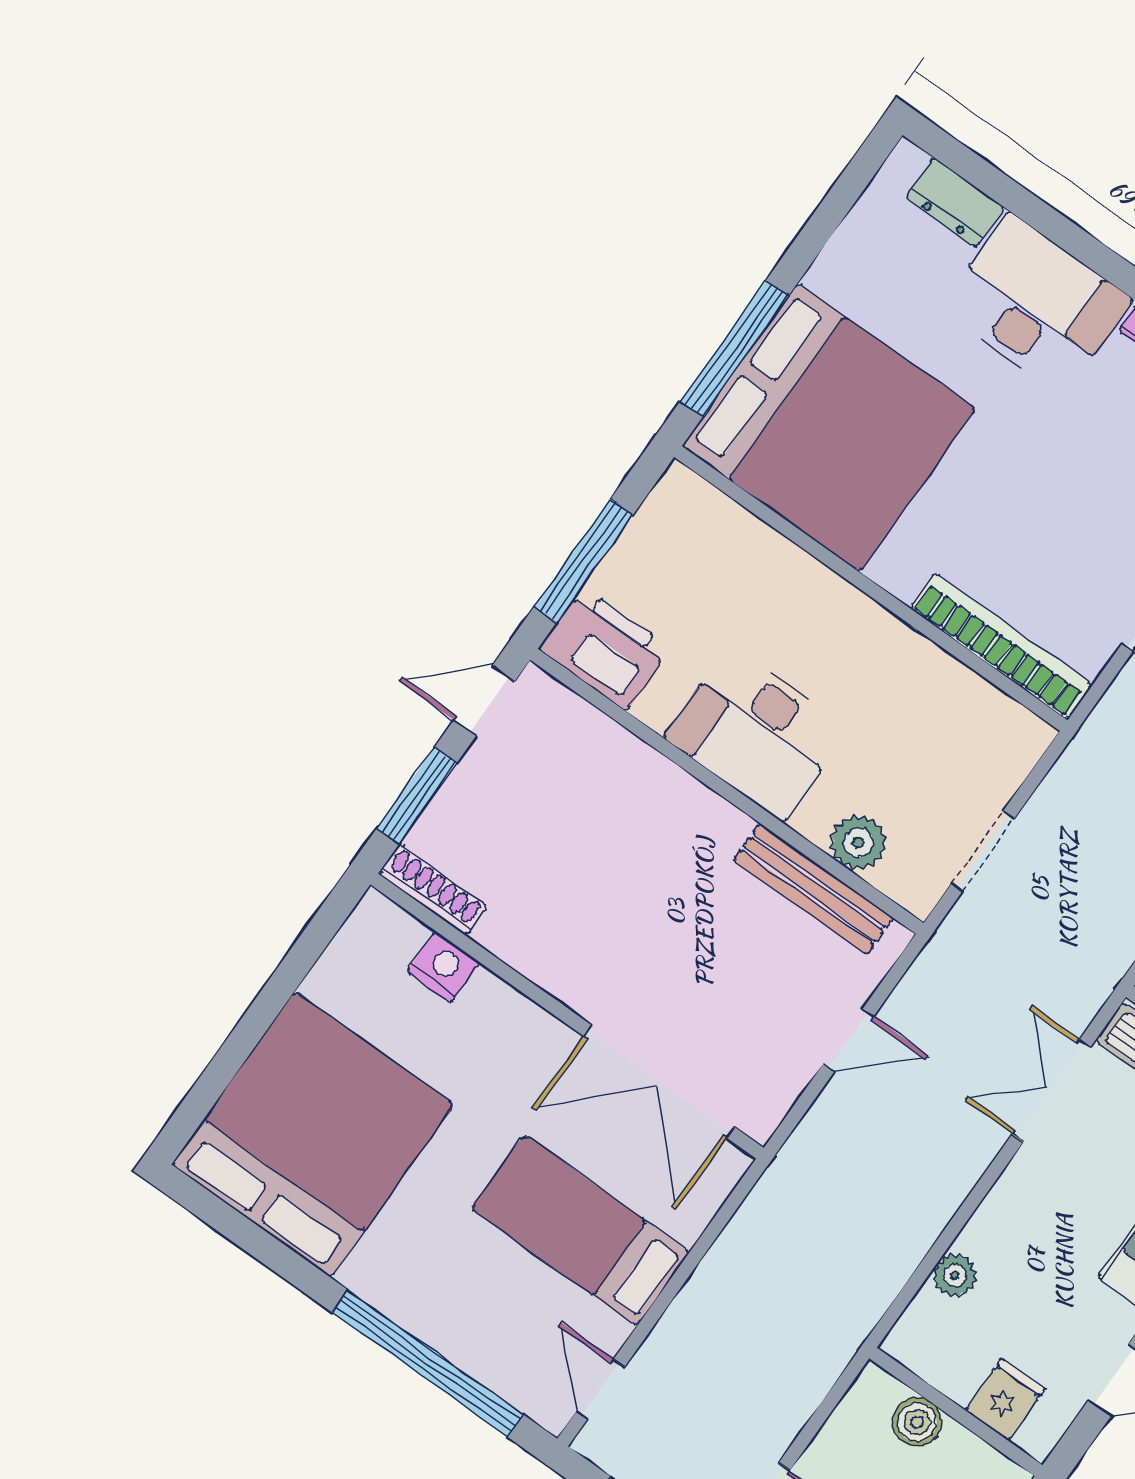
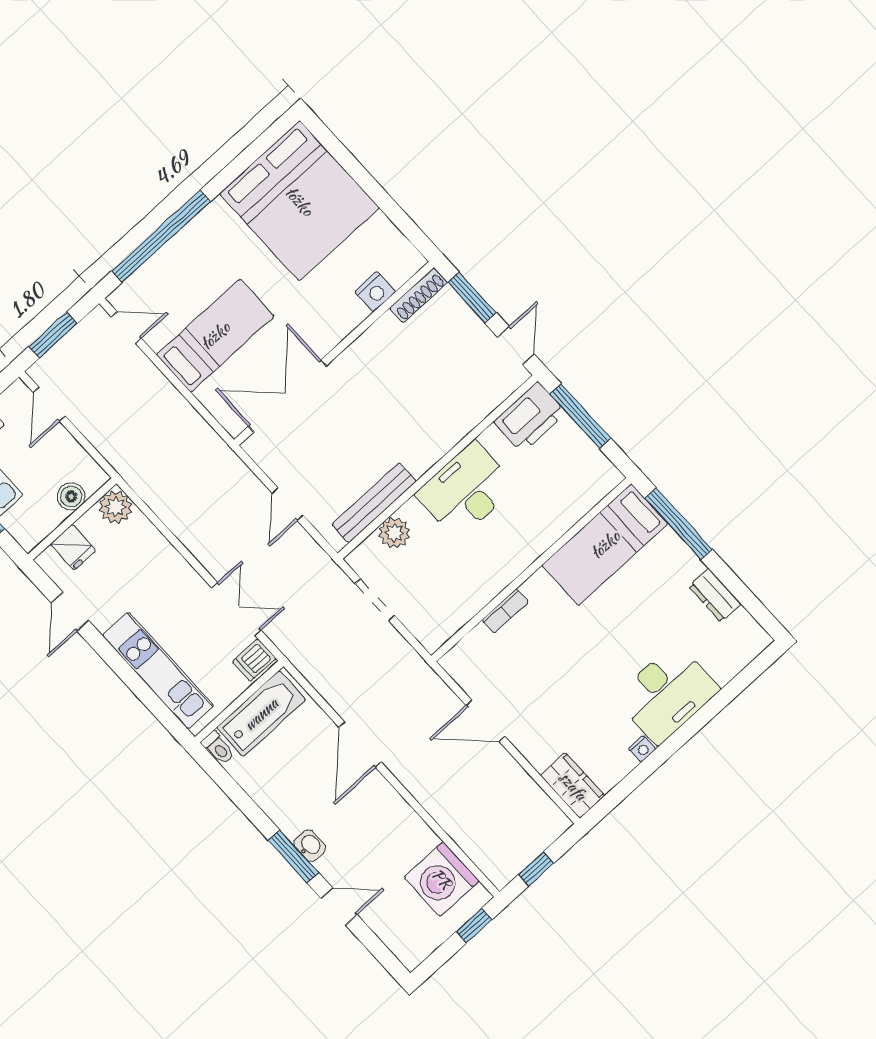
dresser: (955, 202) -> (715, 595), moved, turned -90
bed: (829, 427) -> (605, 545), width x0.49
bookcase: (1001, 646) -> (505, 611), width x0.43, depth x0.76
plant: (955, 1275) -> (115, 507), moved, width x1.38, depth x1.38

